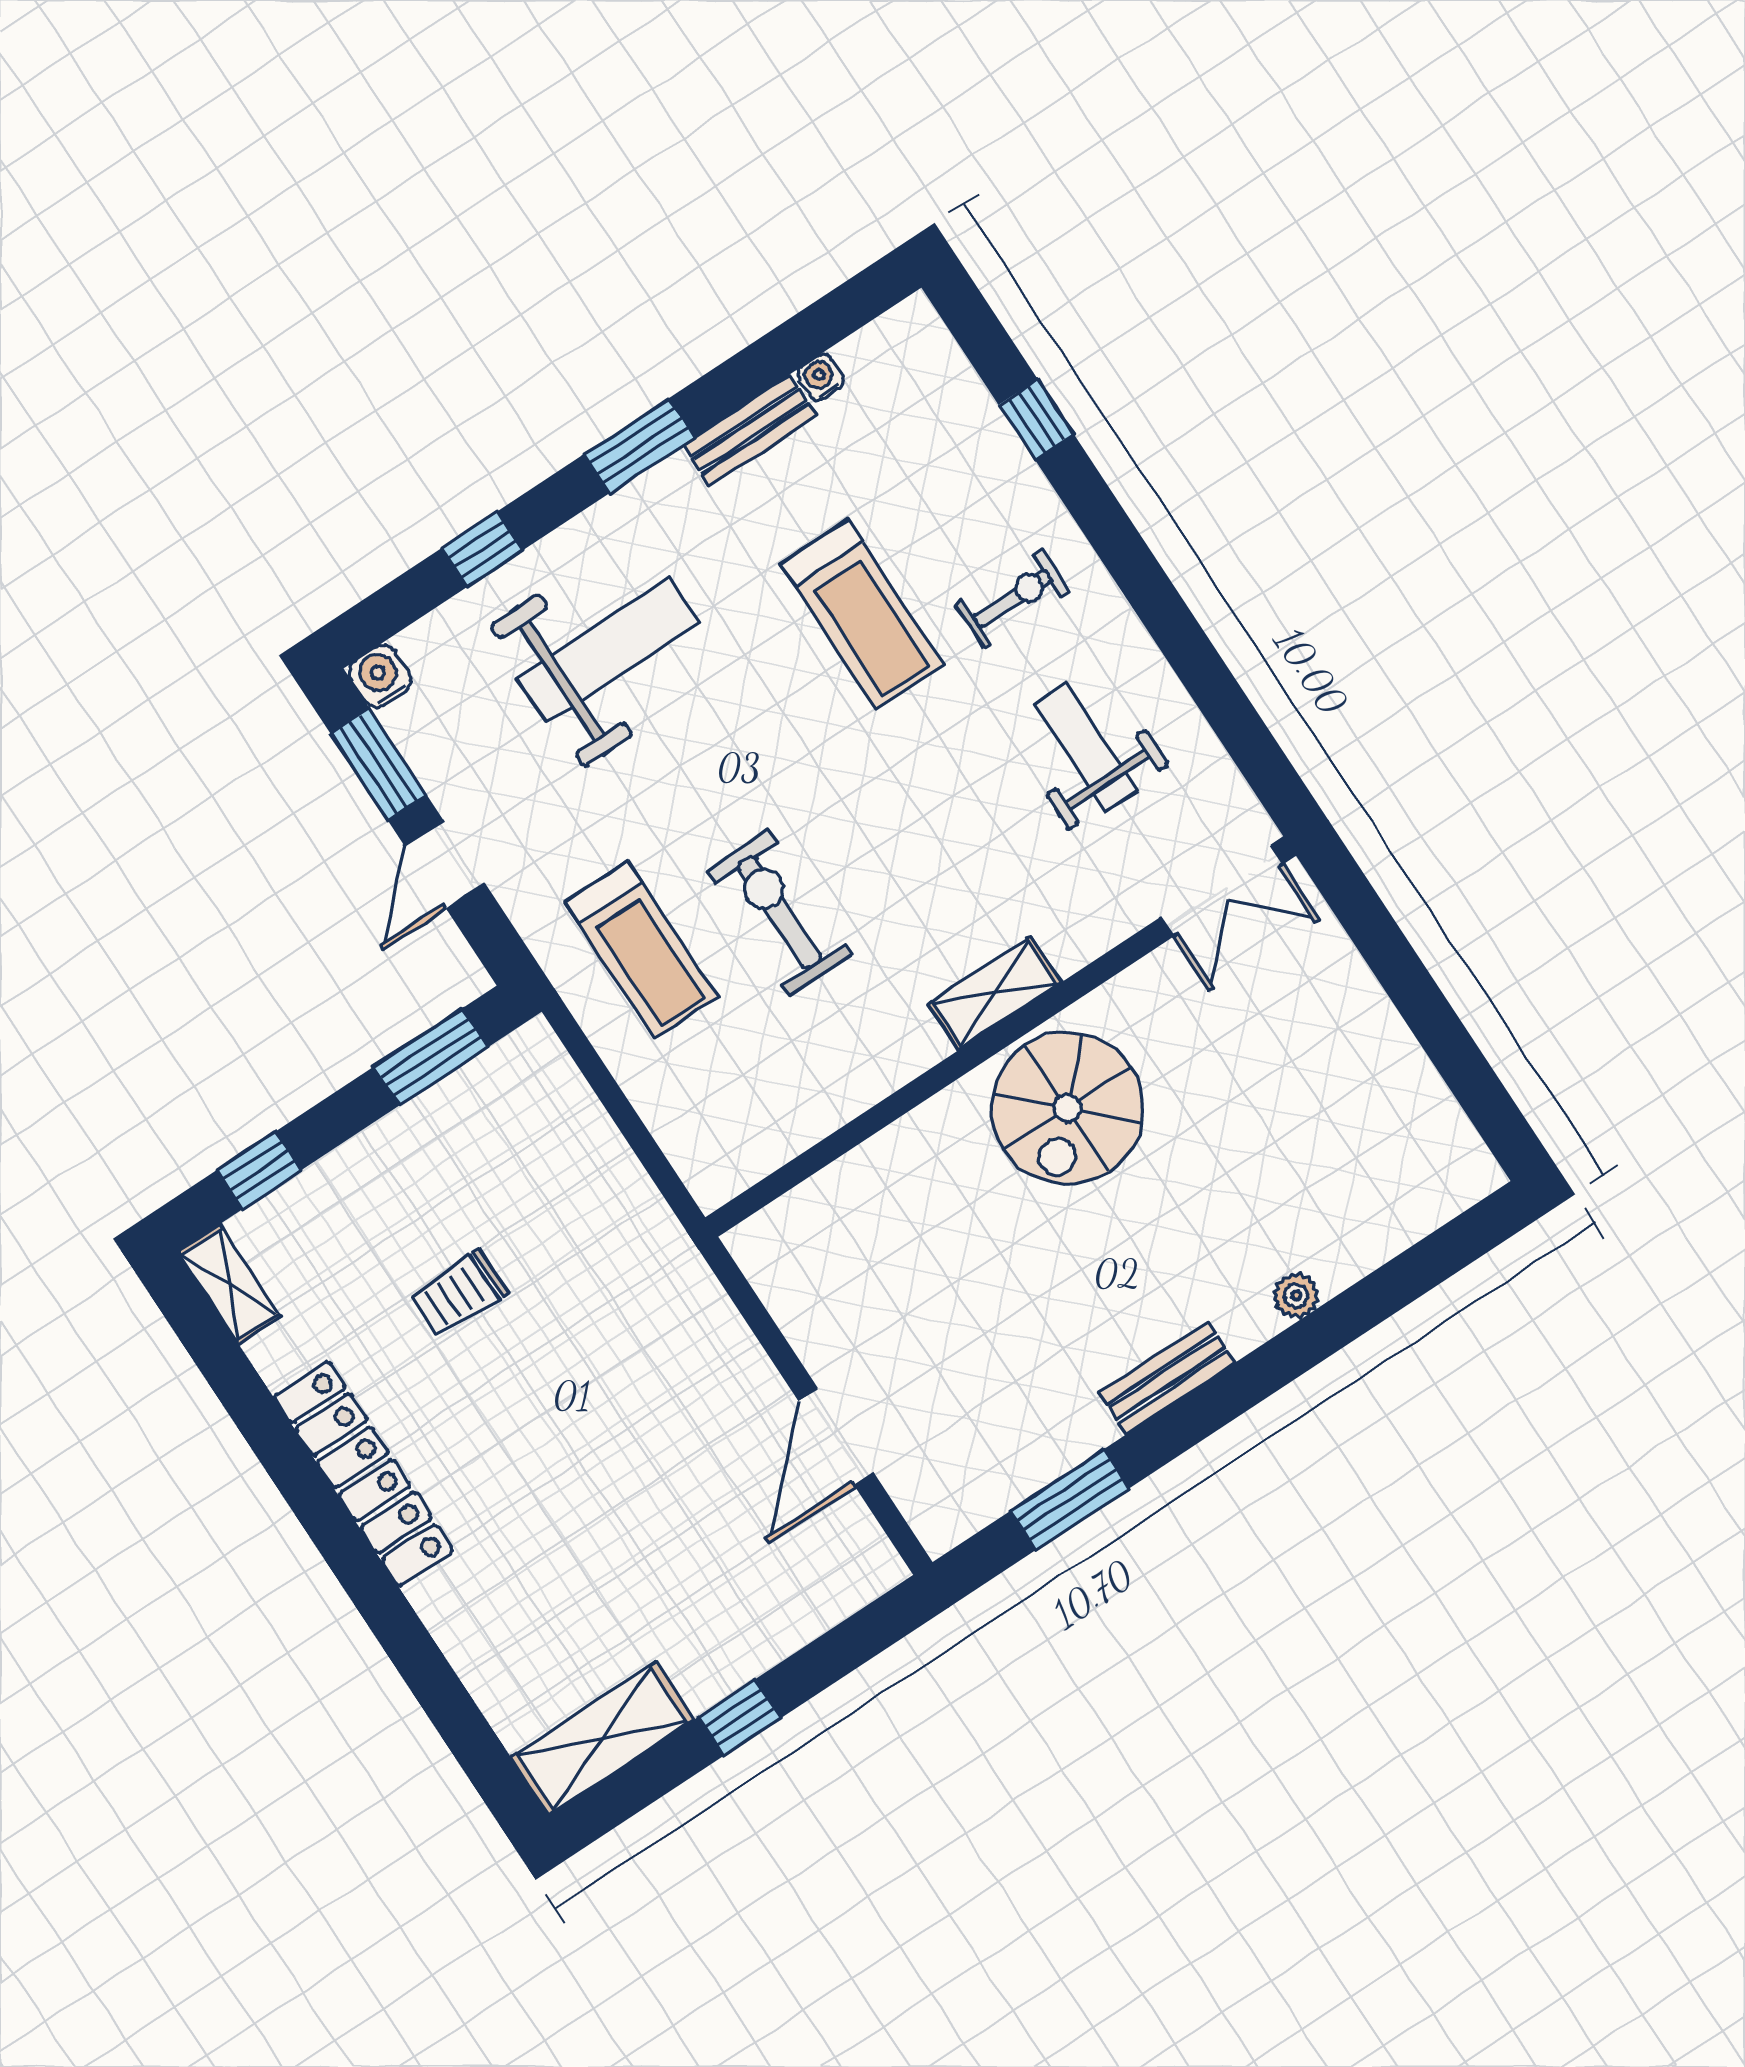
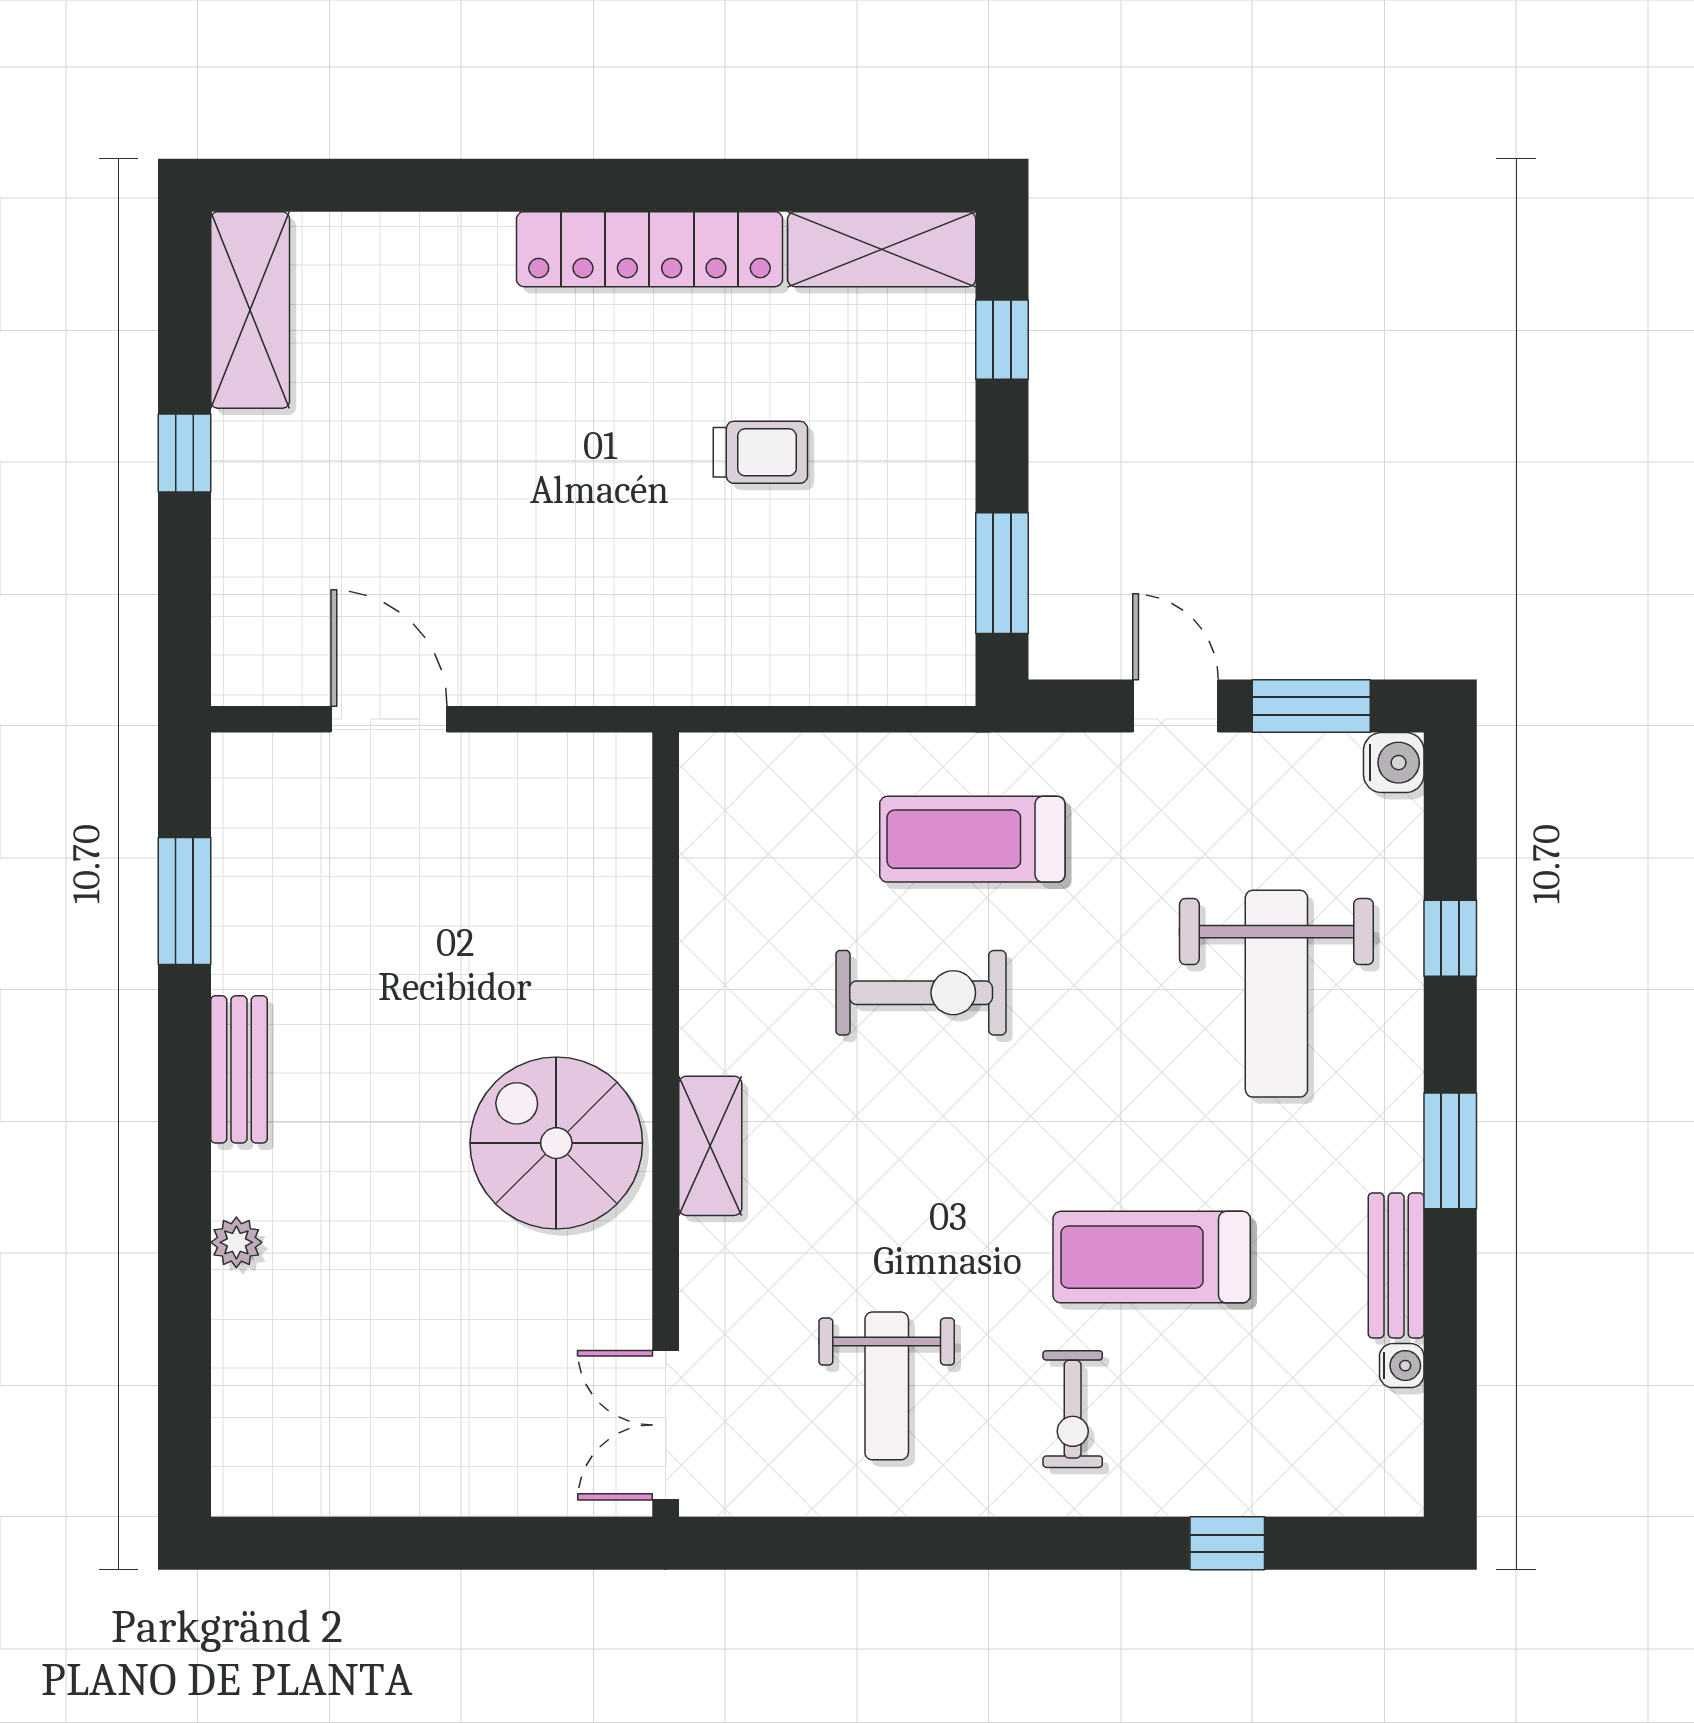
weight bench: (1086, 747) -> (887, 1386), turned 90
shelving: (229, 1284) -> (882, 249), width x1.50, depth x1.33
trolley: (459, 1293) -> (760, 452), turned 90

